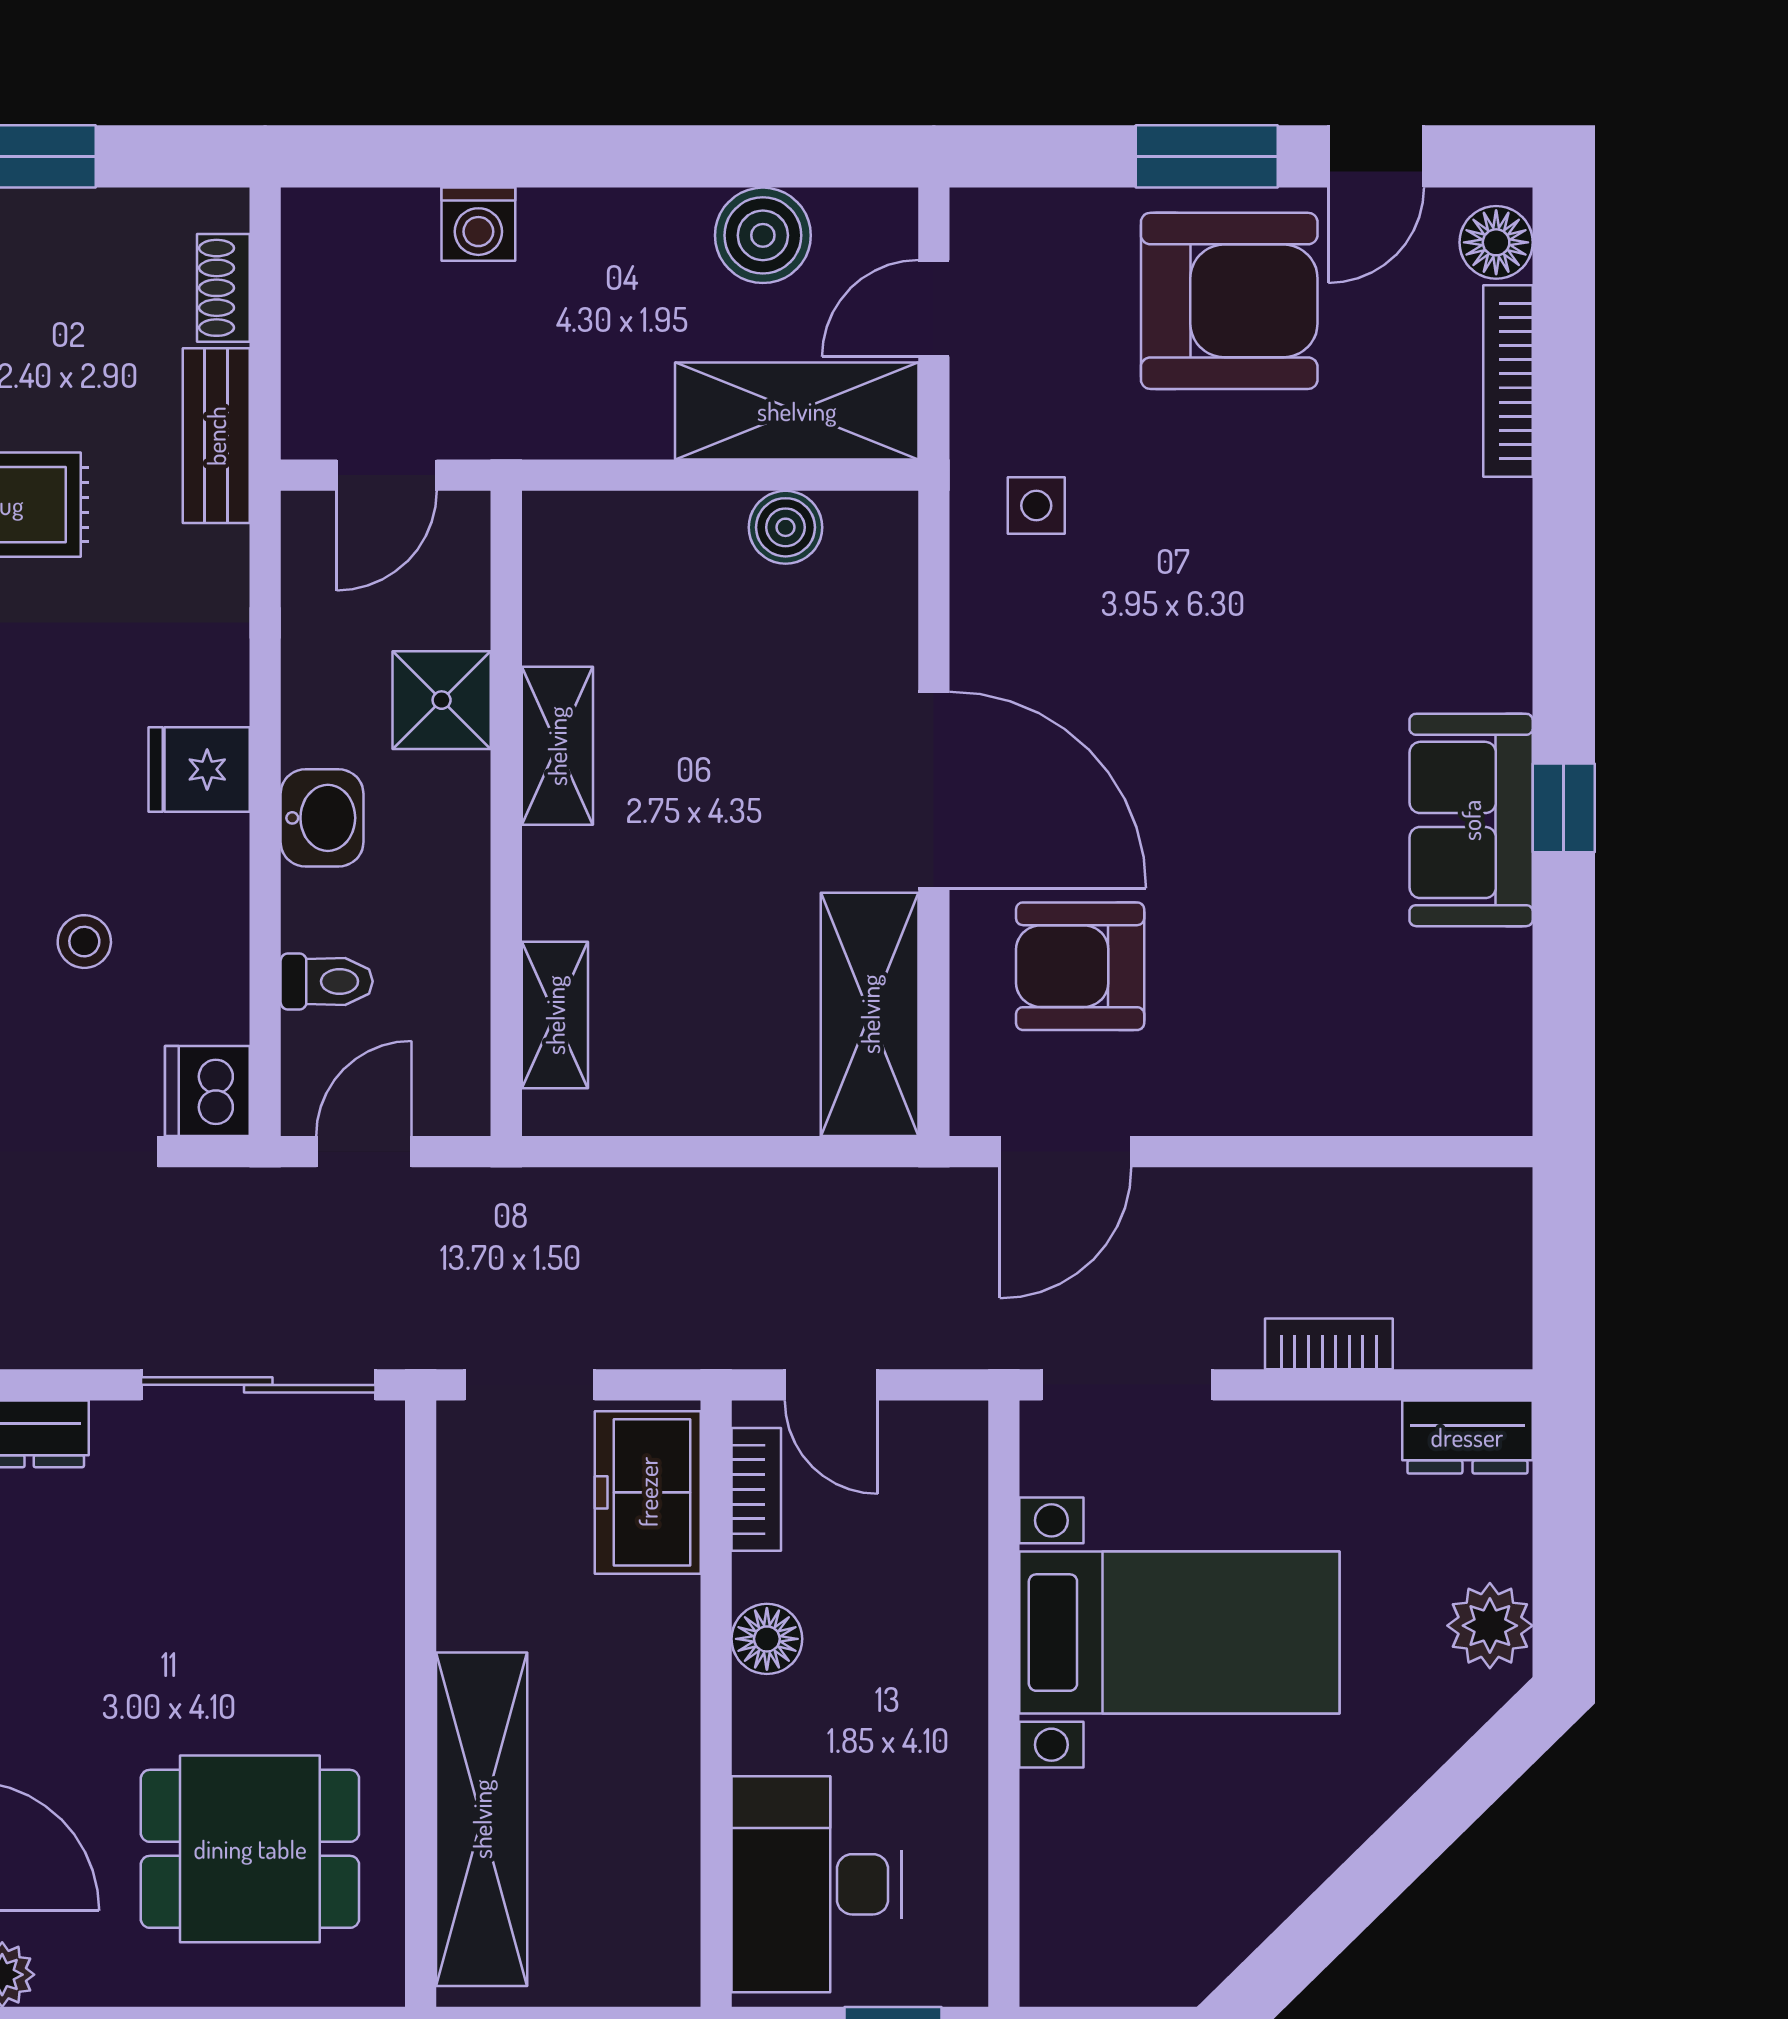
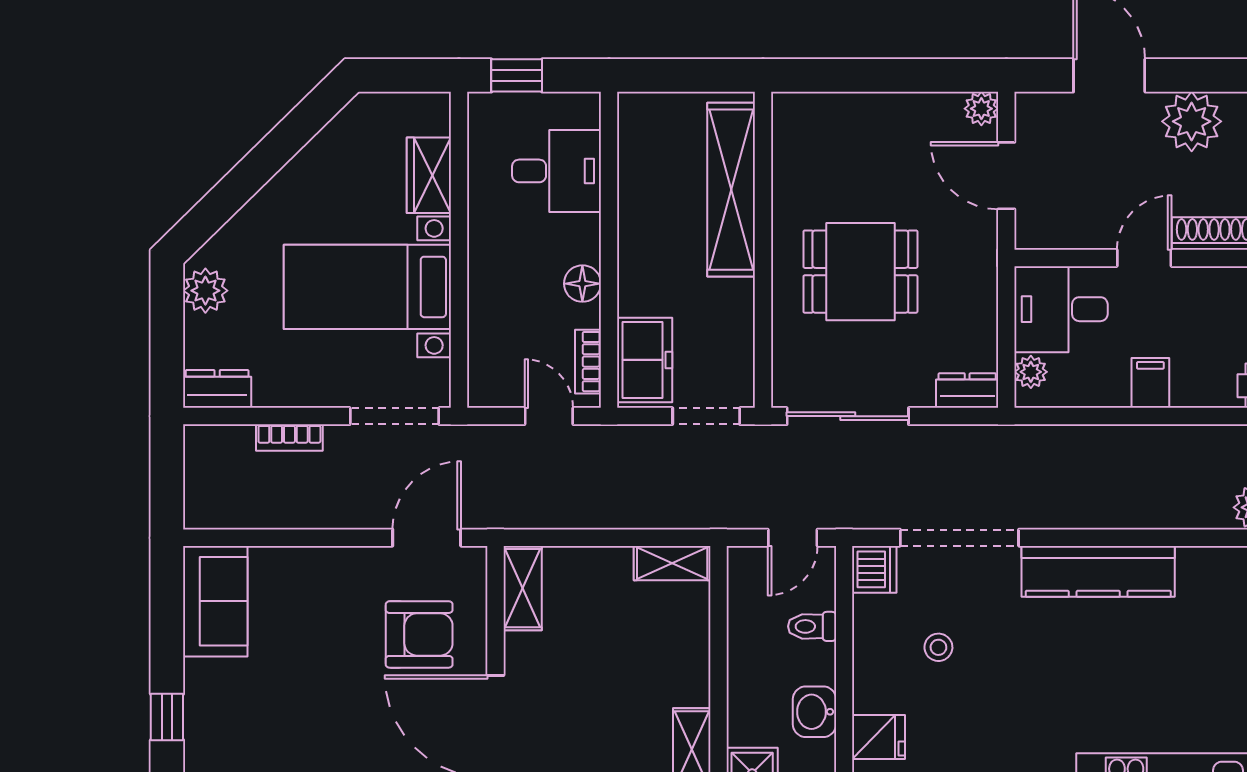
sofa: (1471, 820) -> (215, 601), moved
shelving: (870, 1014) -> (523, 588), width x0.67, depth x0.75
shelving: (555, 1015) -> (672, 563), moved, turned 90
wardrobe: (1062, 1847) -> (429, 175), added
dining table: (250, 1849) -> (860, 272), moved
desk: (817, 1884) -> (557, 171), width x0.73

